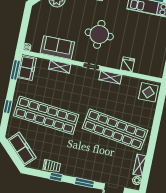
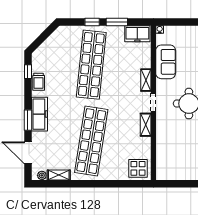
fridge: (128, 64) -> (163, 140), removed
shelving: (60, 67) -> (146, 80), moved
window: (15, 70) -> (117, 22), moved
freezer: (22, 149) -> (39, 114), moved, turned -45
window: (56, 177) -> (28, 72), moved

